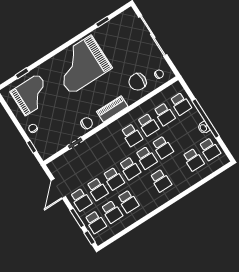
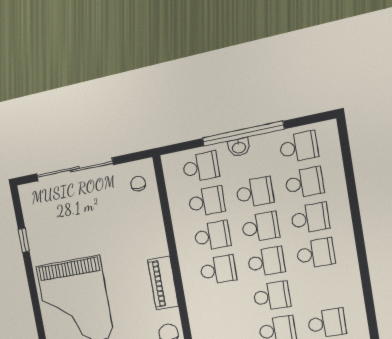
chair: (138, 82) -> (136, 224), removed
washbasin: (204, 128) -> (239, 147), moved
school desk: (179, 137) -> (255, 192), added
school desk: (177, 170) -> (310, 218), added

